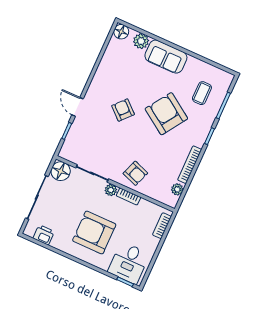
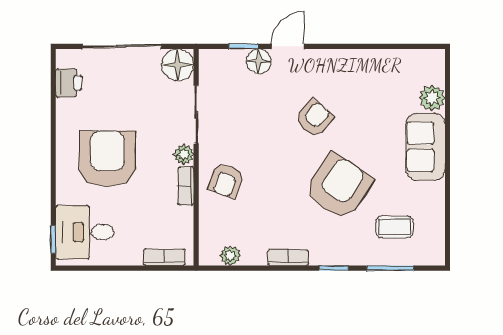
floor lamp: (121, 32) -> (259, 61), moved
bookcase: (190, 165) -> (288, 258), width x0.64

